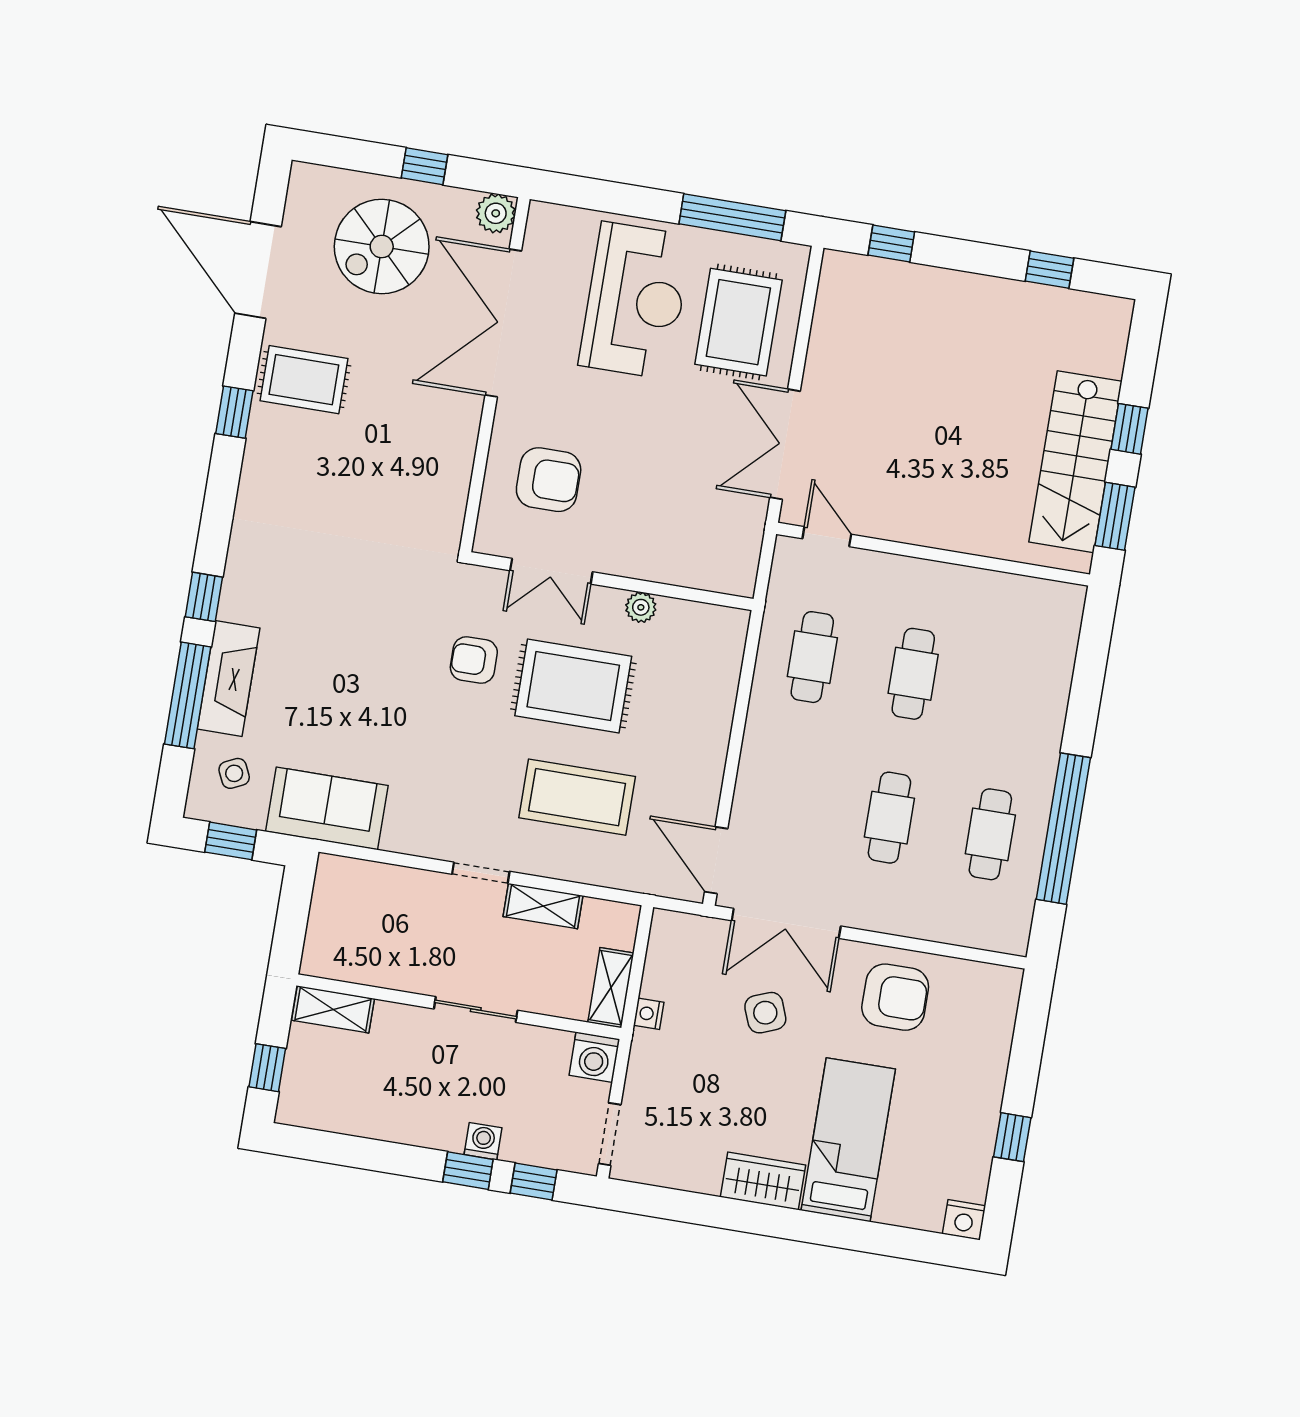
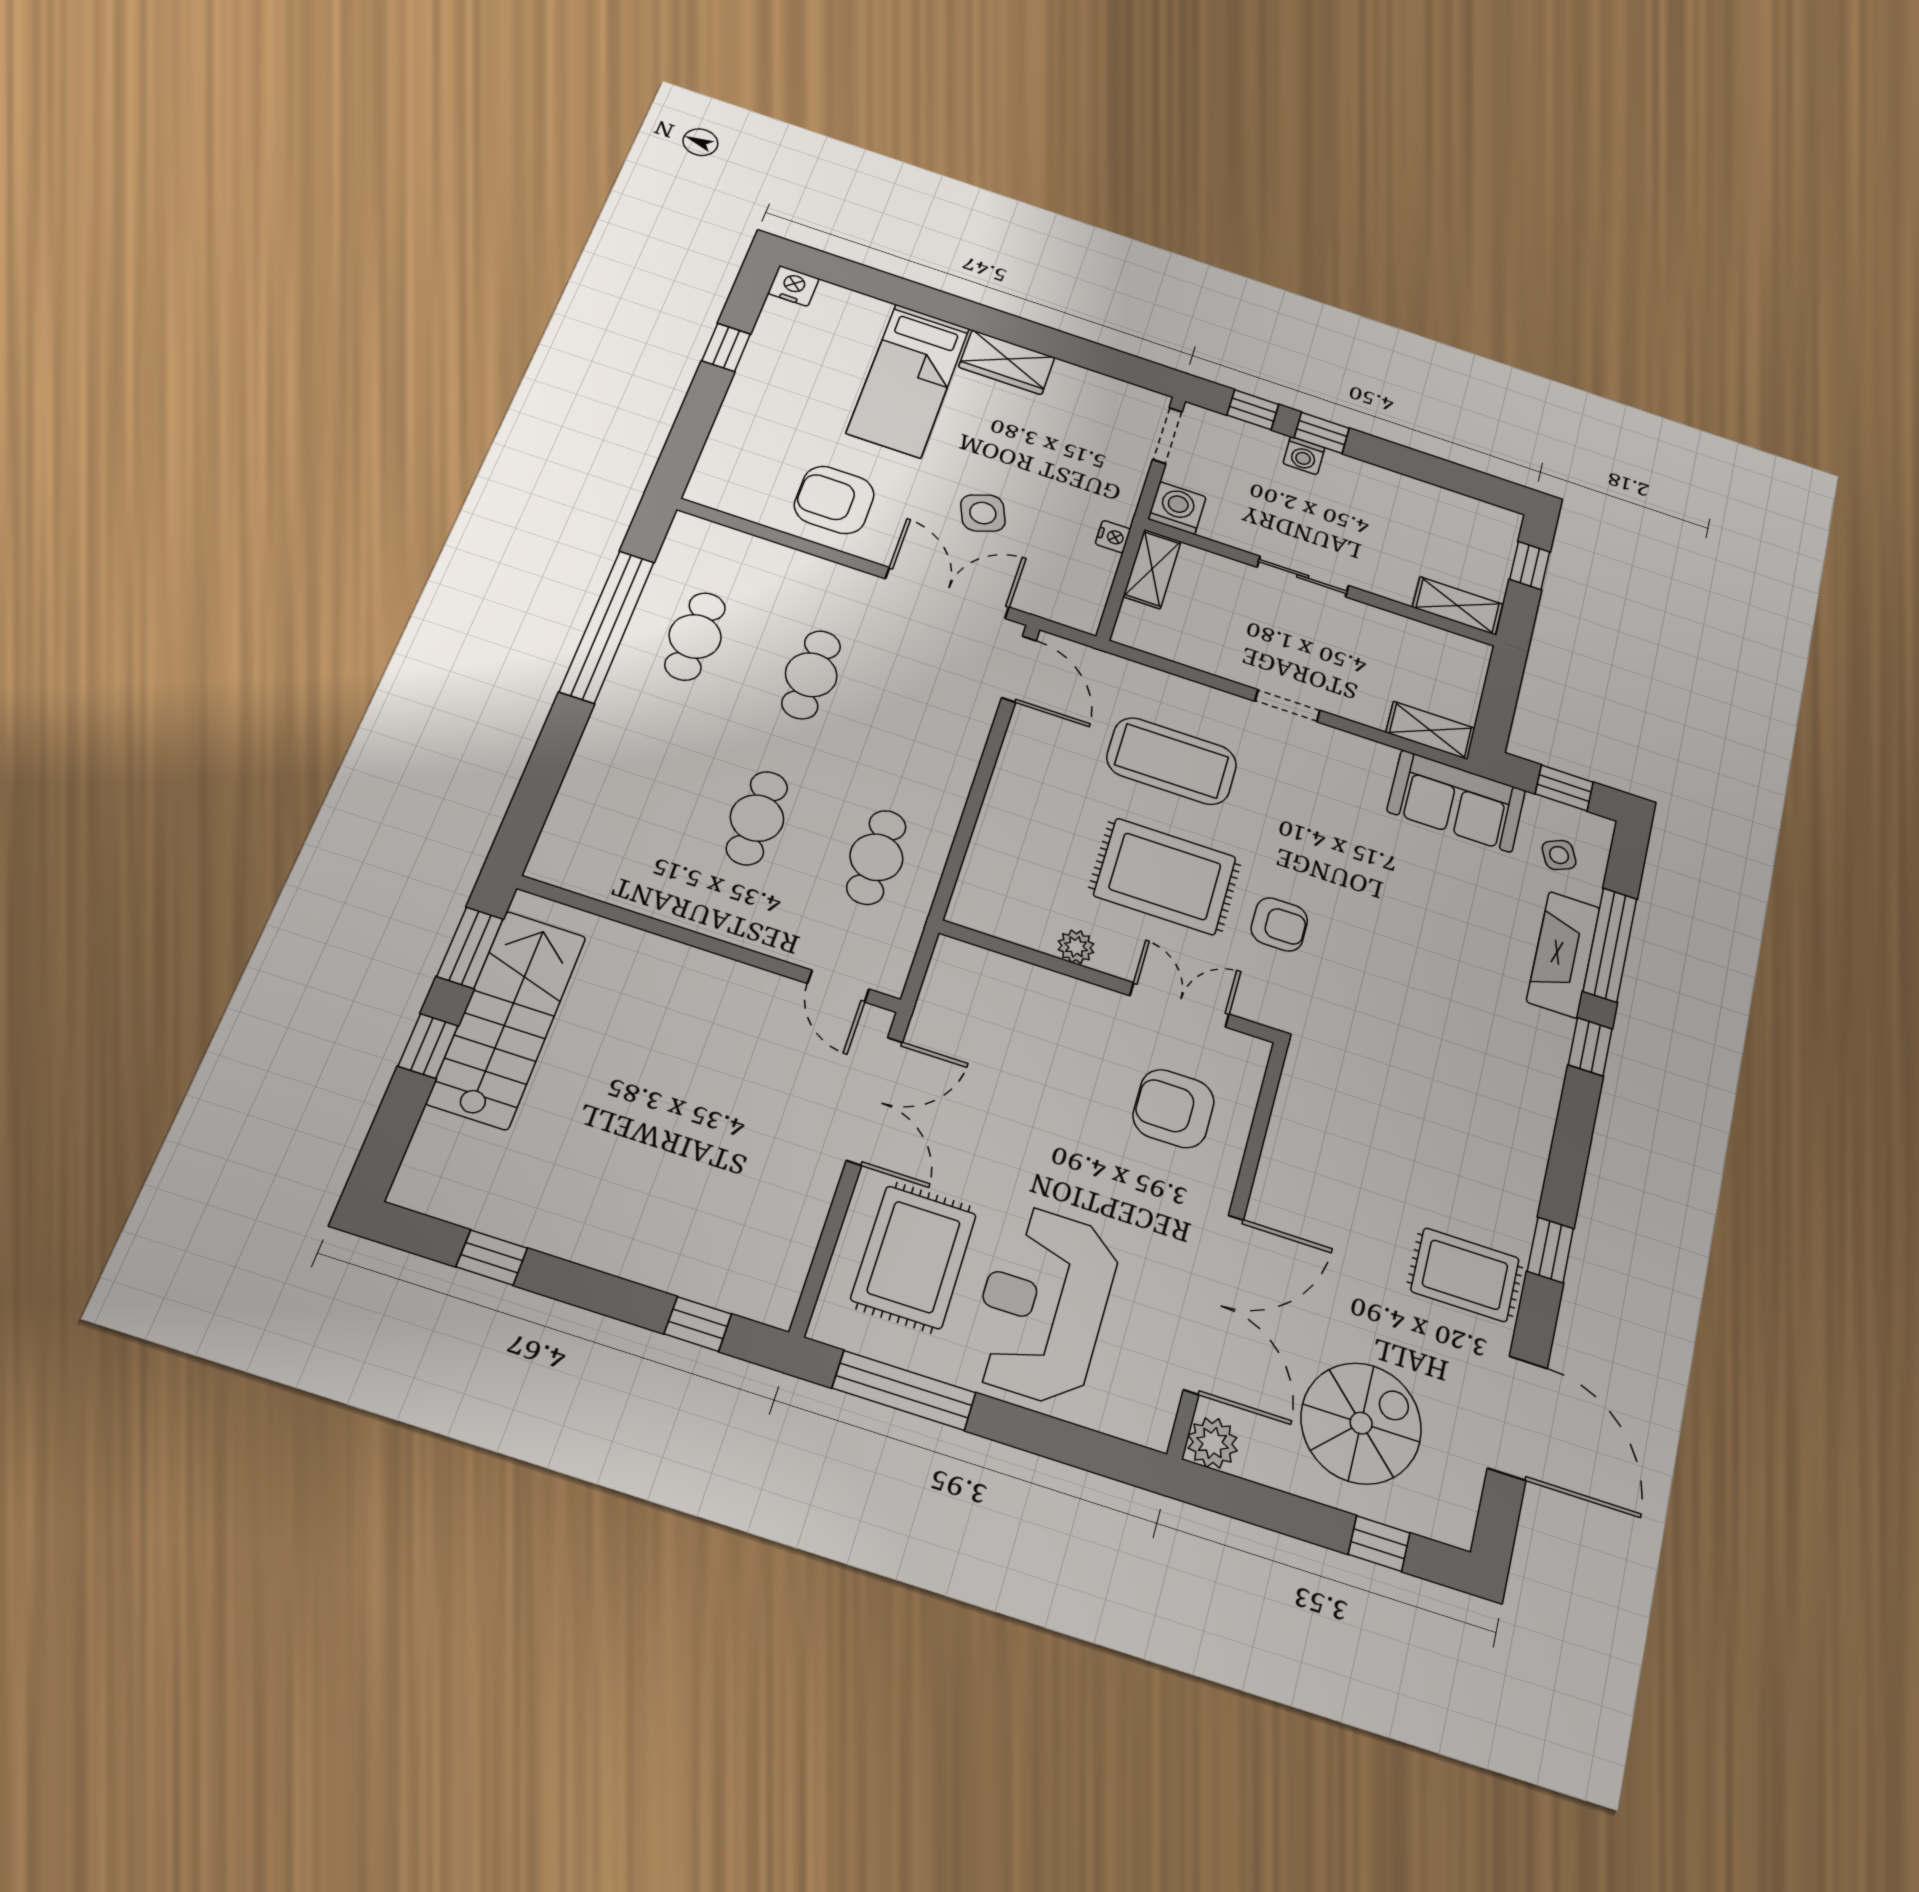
window: (424, 166) -> (1379, 1544), moved
shelving: (543, 906) -> (1430, 730), moved

